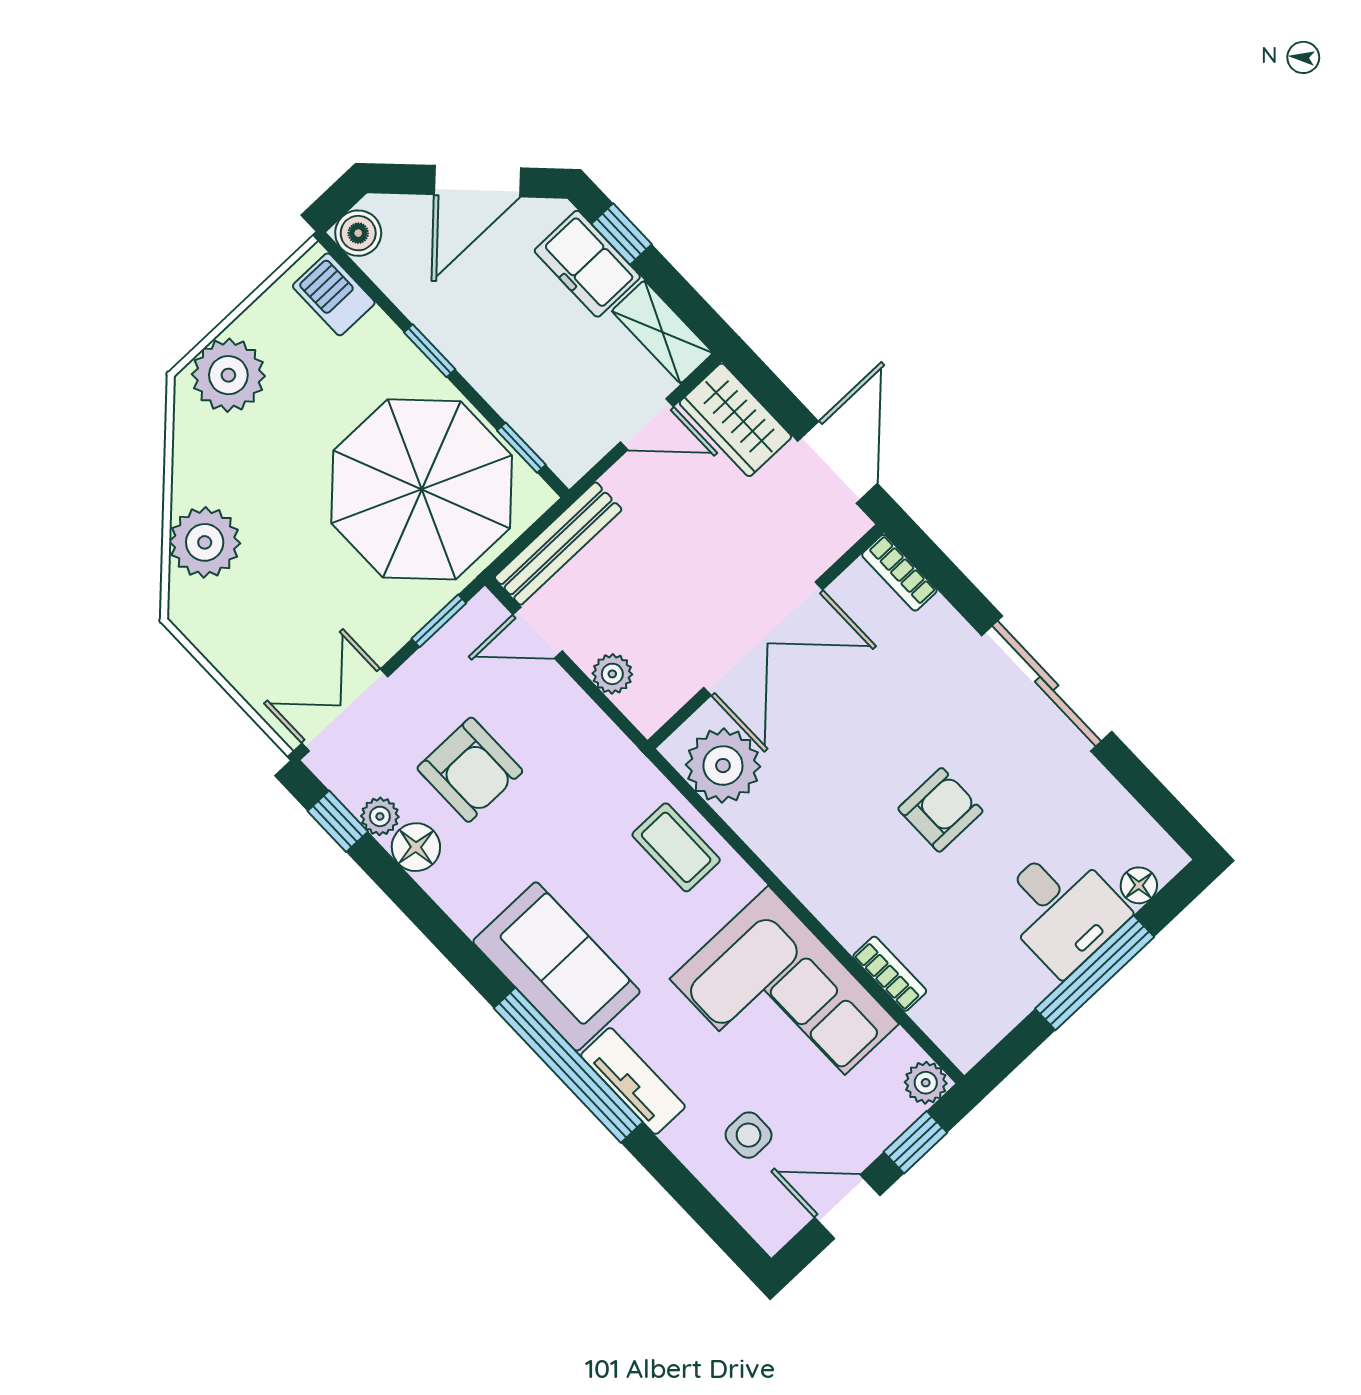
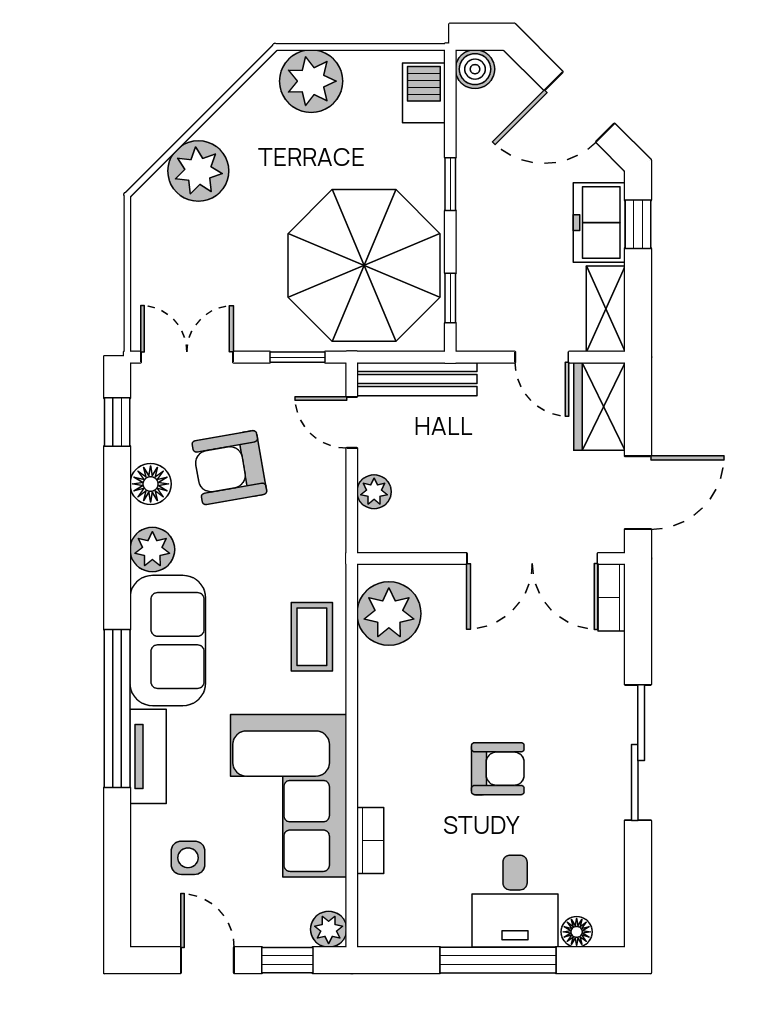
double door: (763, 639) -> (532, 558), moved
armchair: (470, 770) -> (229, 468), turned 80
plant: (380, 816) -> (152, 550), moved, width x1.38, depth x1.38

